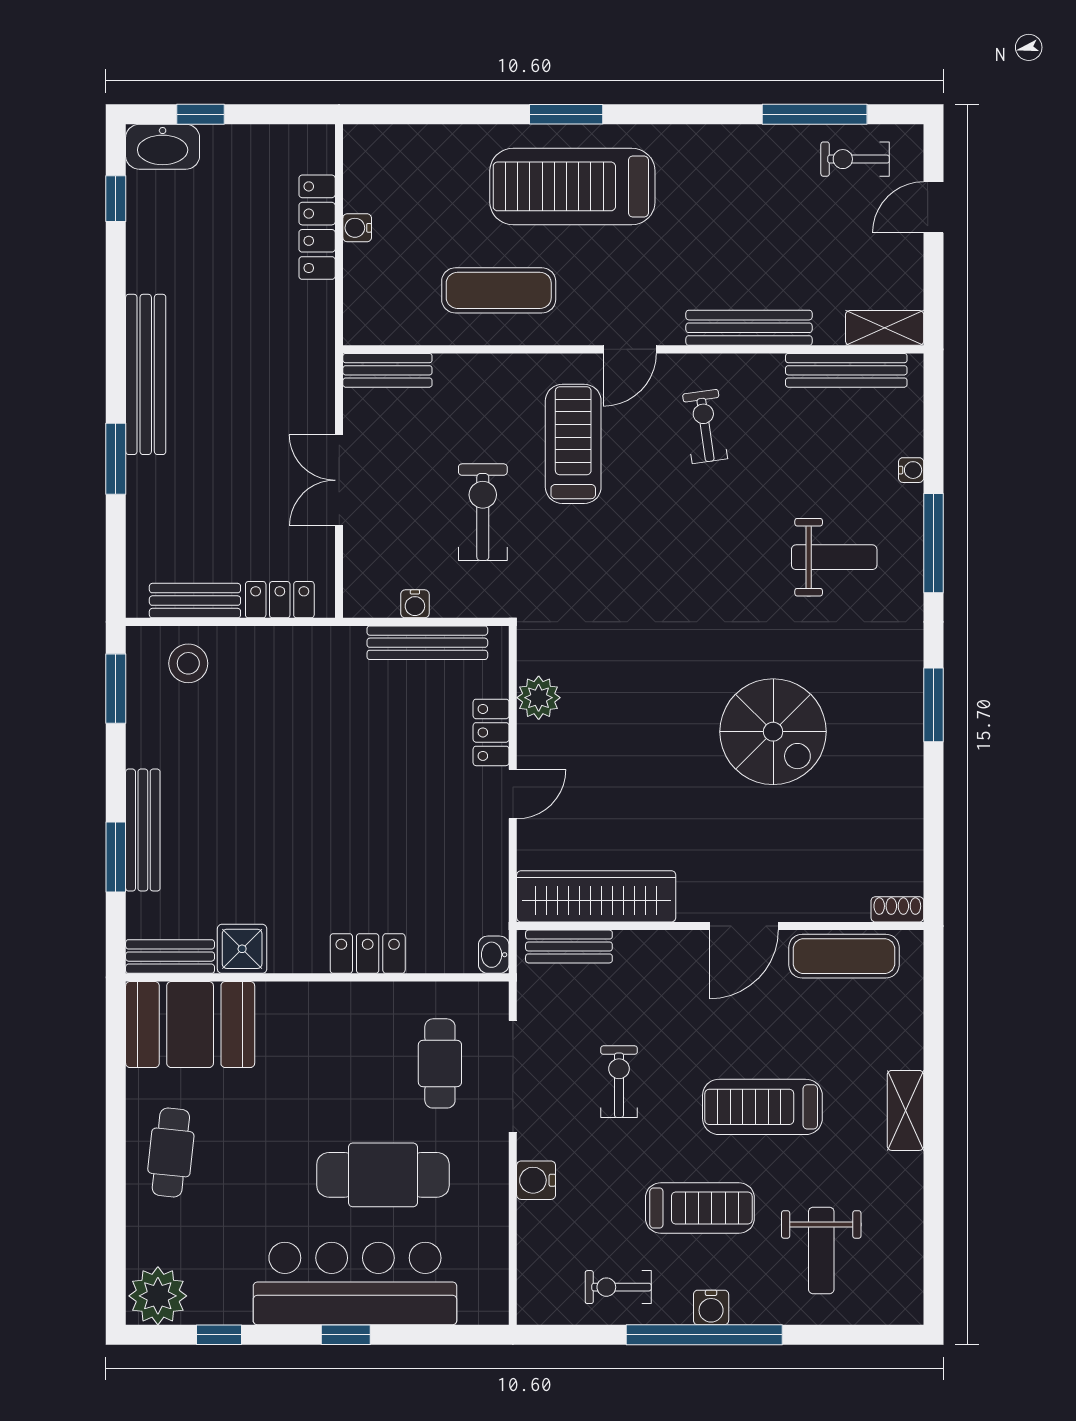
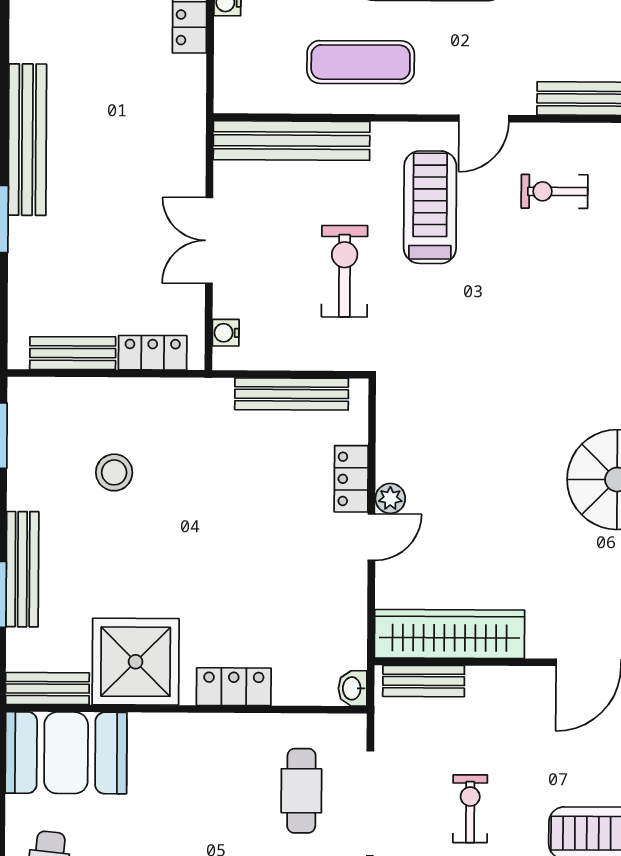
bench: (387, 370) -> (292, 141), width x1.86, depth x1.21
exercise bike: (705, 426) -> (554, 191), turned -82
water cooler: (415, 604) -> (226, 333), moved, turned 90
stool: (188, 663) -> (114, 472), moved
plant: (539, 698) -> (390, 498), moved, width x0.73, depth x0.73
shower: (242, 949) -> (136, 662), width x1.86, depth x1.86

